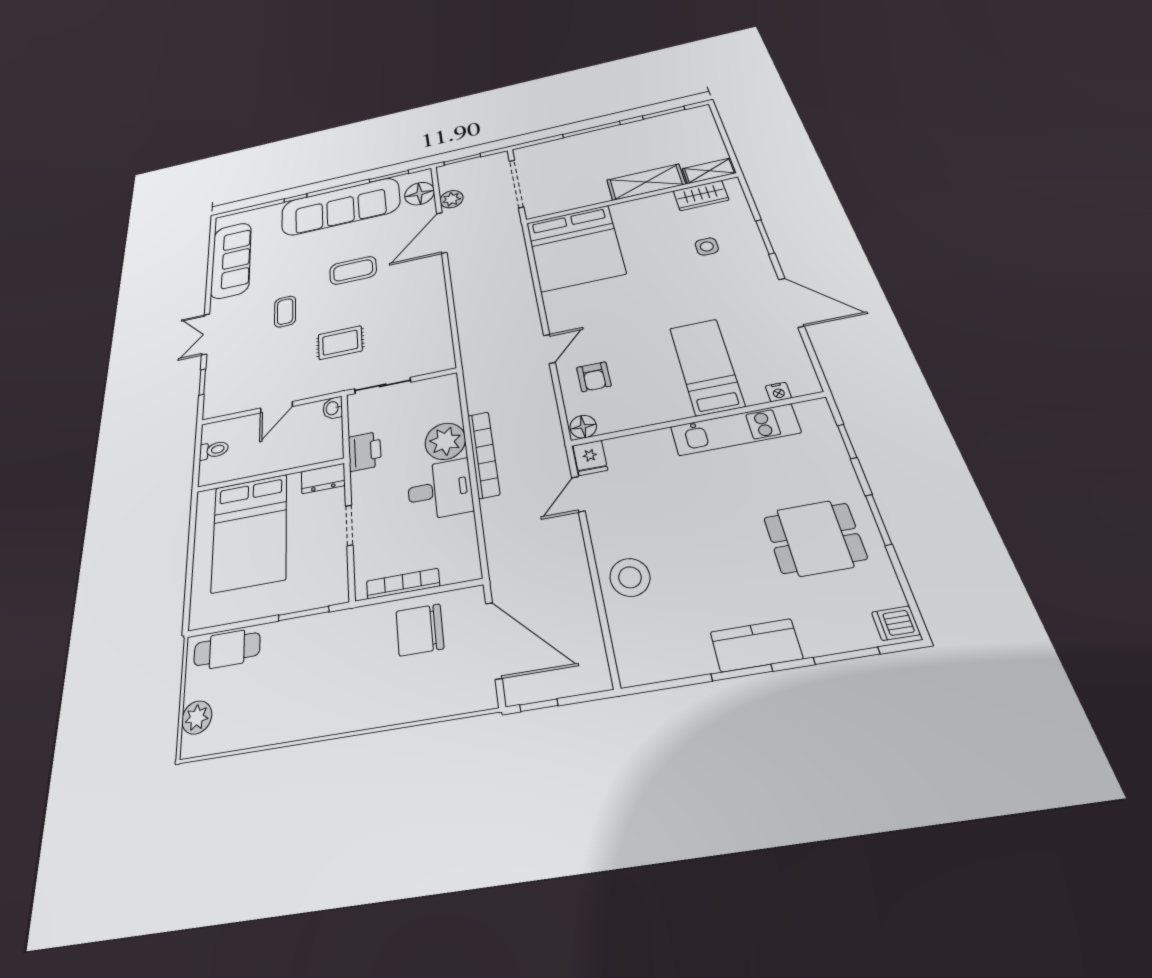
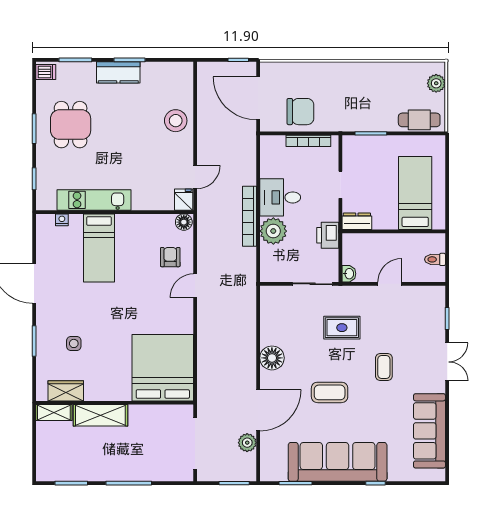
floor lamp: (420, 194) -> (272, 358), moved
bed: (250, 532) -> (415, 193), width x0.67
dining table: (815, 538) -> (71, 125), turned 90

